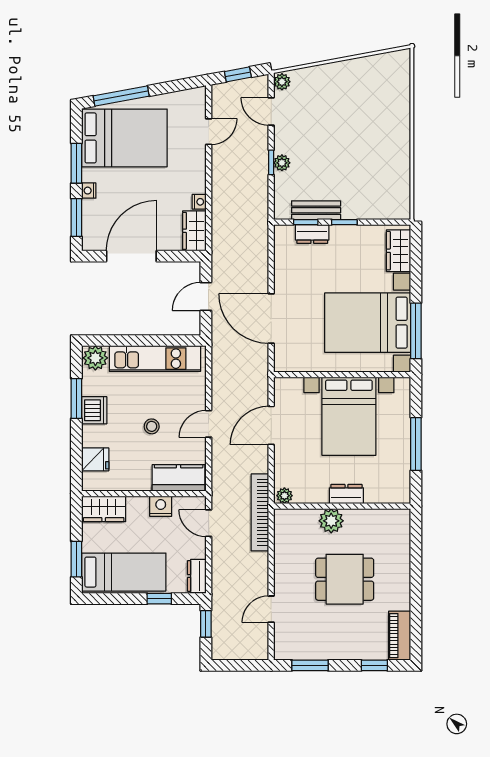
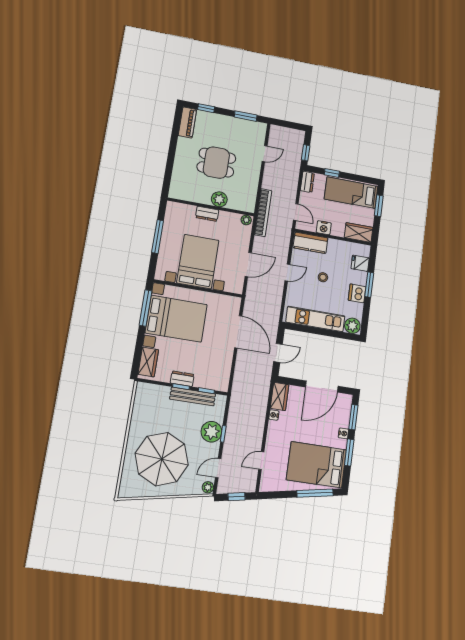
door: (271, 111) -> (218, 468), swing flipped
parasol: (356, 112) -> (162, 459), added
plant: (282, 163) -> (211, 432), width x1.88, depth x1.88
bench: (316, 210) -> (193, 396), width x1.36
dresser: (312, 234) -> (182, 379), moved
window: (76, 399) -> (369, 285), moved

